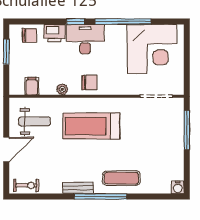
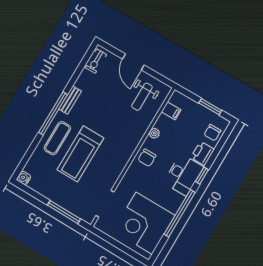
treadmill: (91, 126) -> (80, 154), moved, turned 180

